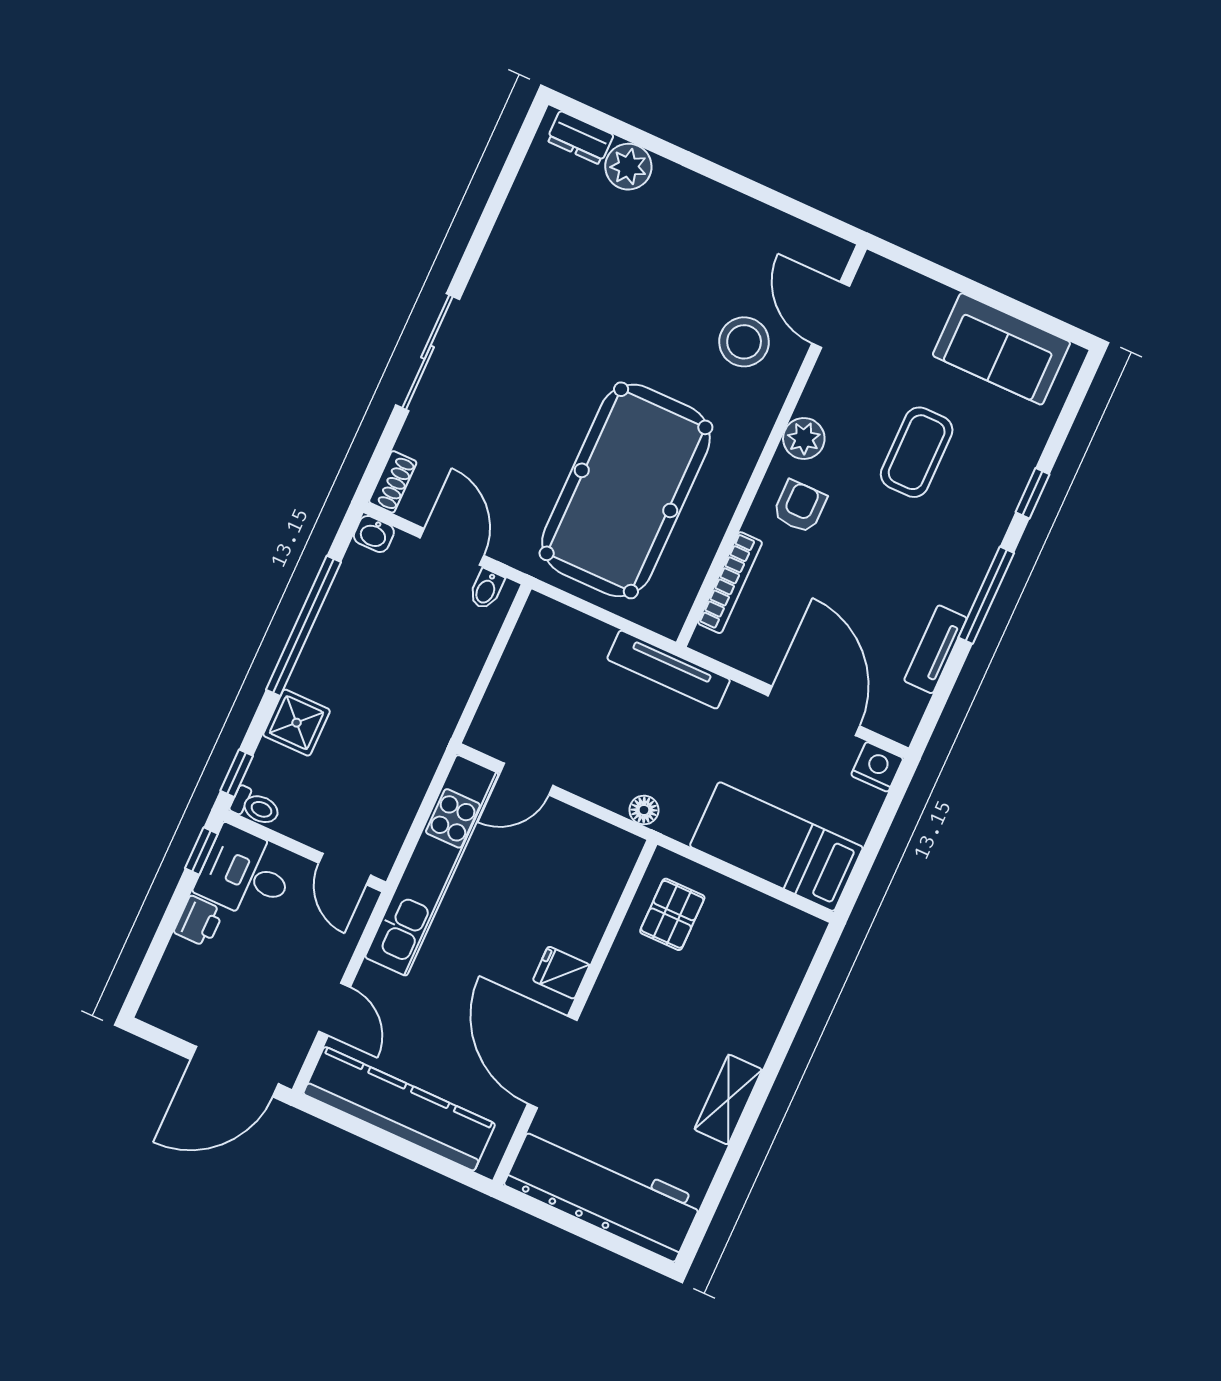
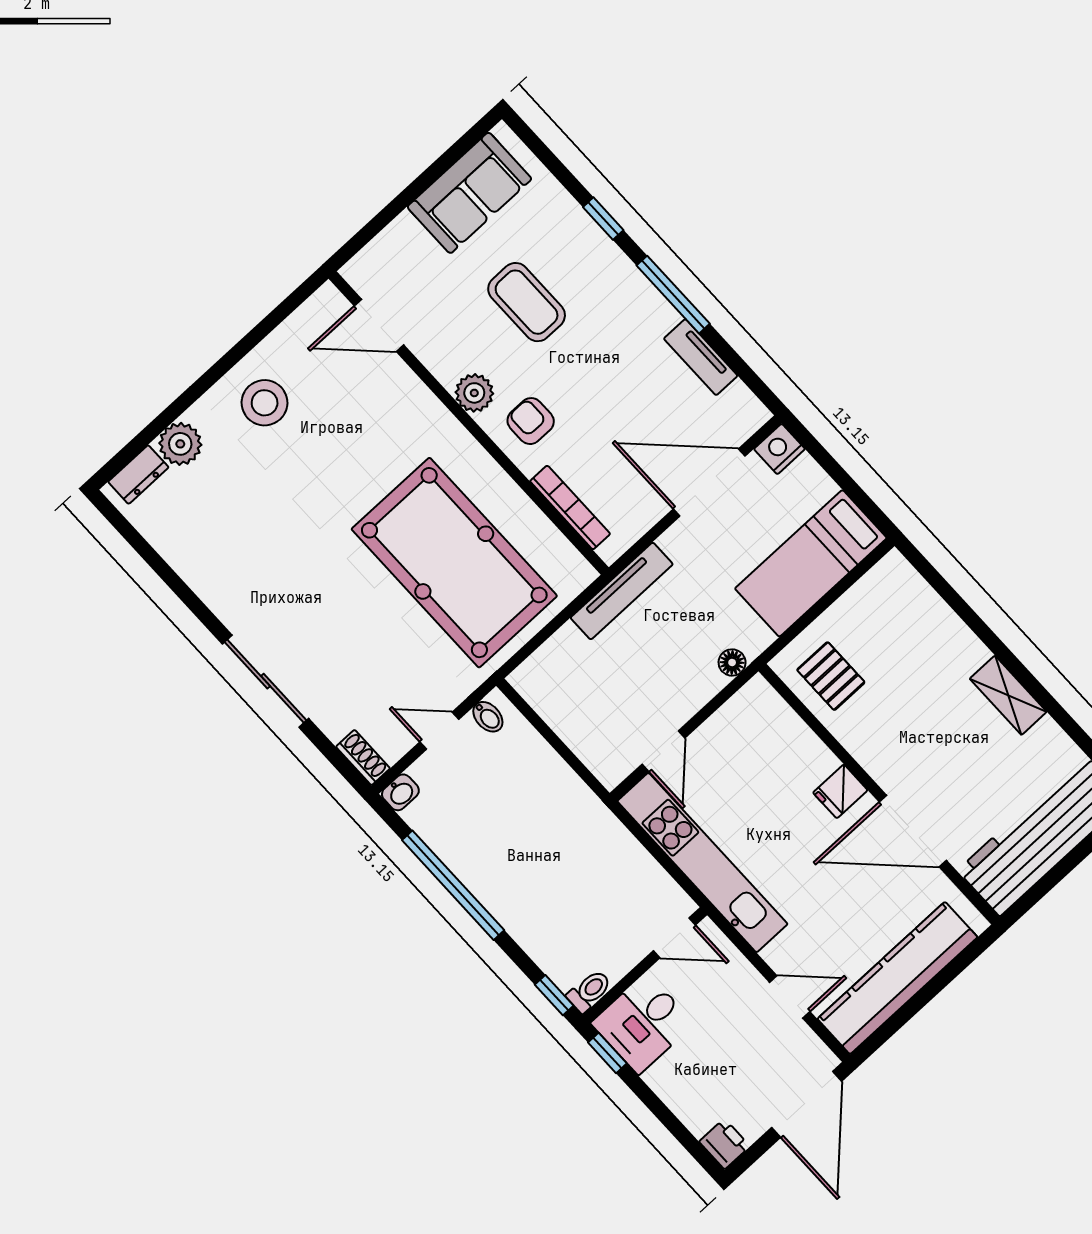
stool: (744, 342) -> (265, 403), moved
door: (452, 547) -> (439, 731), width x0.73
shower: (297, 723) -> (533, 926), removed
printer: (199, 921) -> (725, 1144), moved

